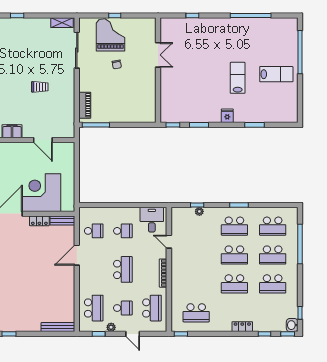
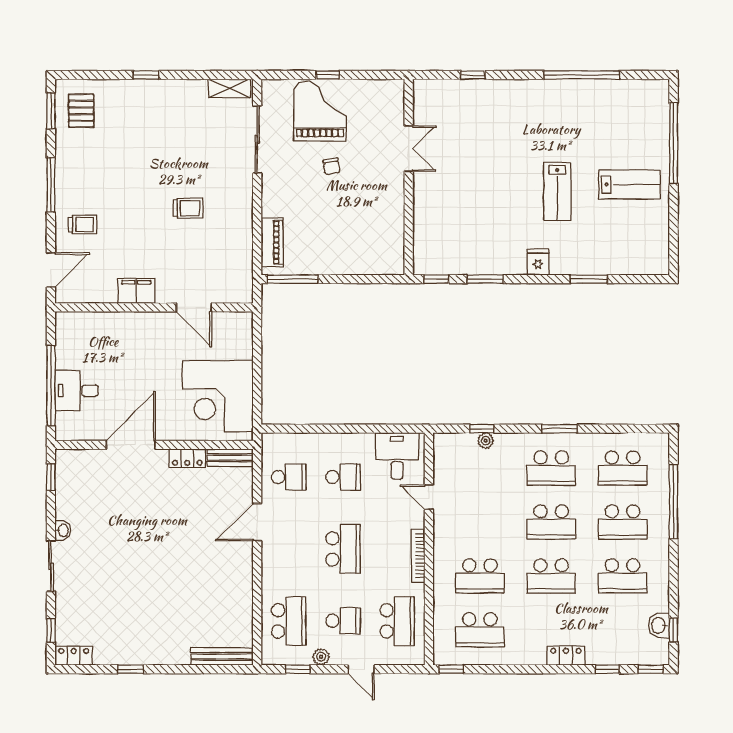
lab bench: (238, 78) -> (557, 191), turned 180
corner desk: (42, 193) -> (218, 396), moved, turned -90
school desk: (196, 284) -> (480, 576), added
washbasin: (292, 325) -> (659, 625), moved

